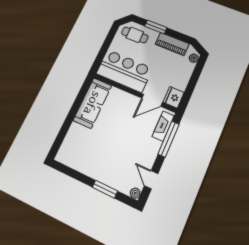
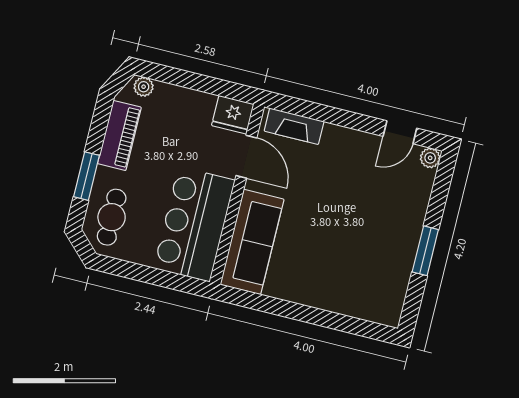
sofa: (92, 103) -> (252, 242), moved, turned 90
window: (168, 139) -> (317, 112), removed
window: (105, 189) -> (425, 251), moved

